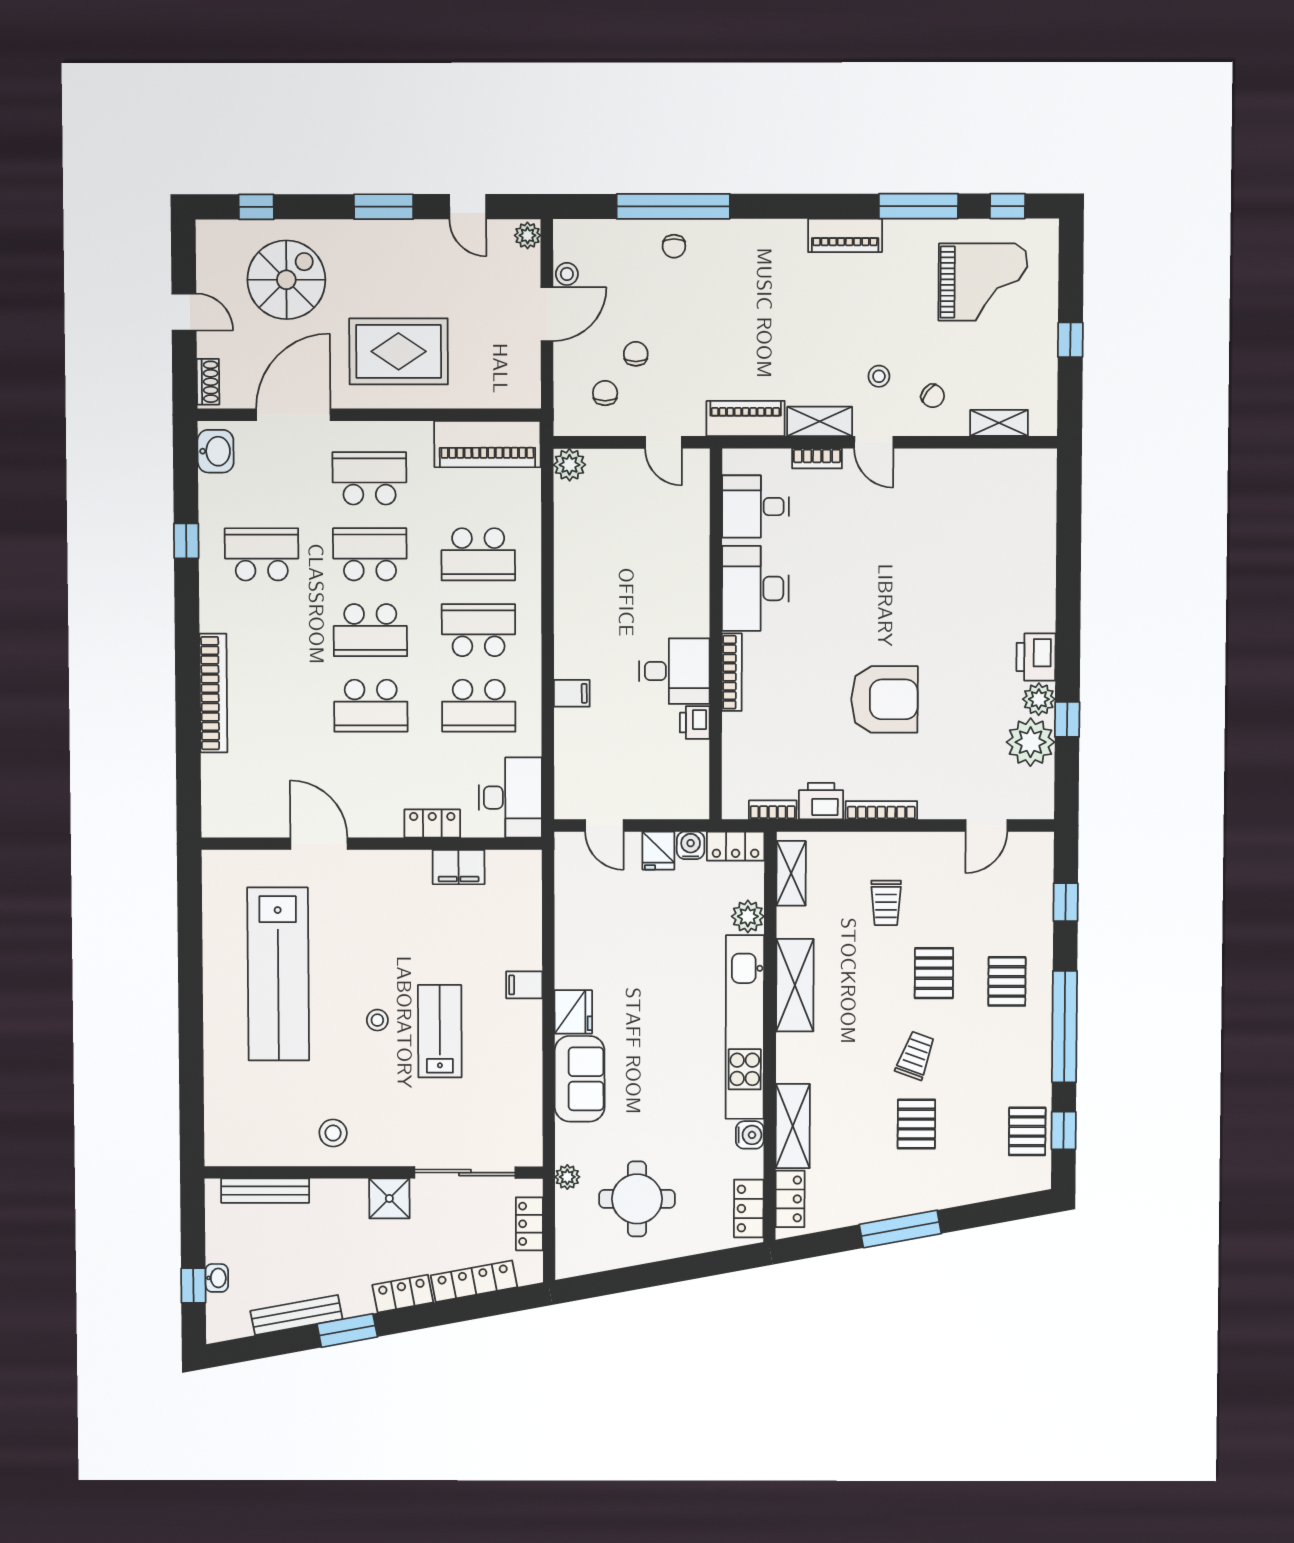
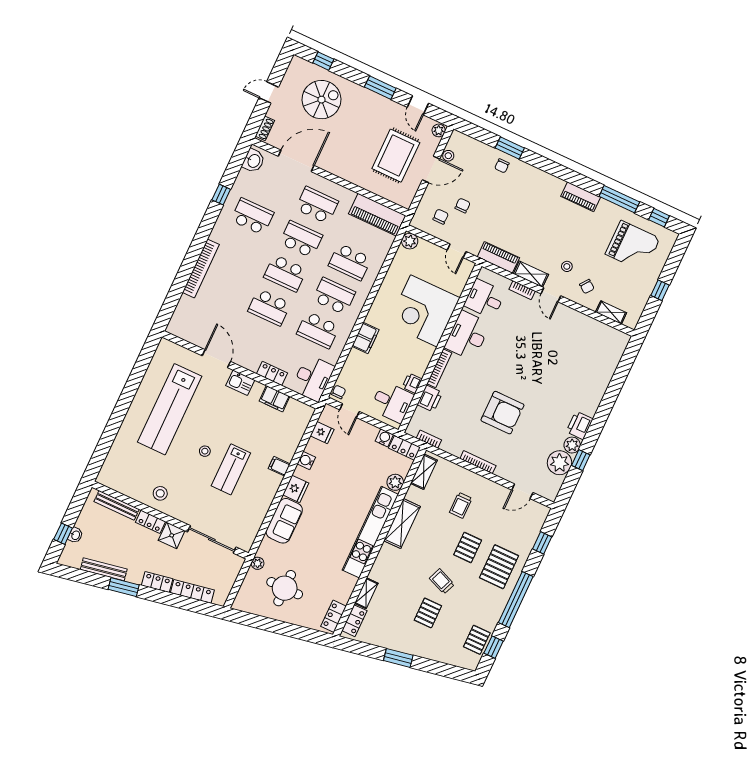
window: (673, 206) -> (510, 148), width x0.47
door: (184, 312) -> (269, 92), swing flipped
rug: (399, 351) -> (396, 156), moved, turned 90
corner desk: (655, 581) -> (424, 311), added
desk: (674, 671) -> (392, 402), moved
filing cabinet: (572, 693) -> (366, 338), width x2.00
chair: (569, 801) -> (339, 392), added
printer: (821, 801) -> (430, 399), moved, turned 90
fridge: (658, 851) -> (322, 433), moved, turned -90
kitchen sink: (383, 867) -> (240, 383), added
pallet: (1007, 981) -> (499, 567), width x1.50, depth x1.42
lab bench: (440, 1031) -> (231, 469), turned 180
trolley: (915, 1056) -> (442, 581), turned -88
shelving: (793, 1126) -> (366, 593), width x0.67, depth x0.75
water cooler: (750, 1135) -> (306, 461), moved, turned 180
locker: (529, 1224) -> (151, 522), moved, turned -90
window: (900, 1229) -> (398, 658), width x0.69

